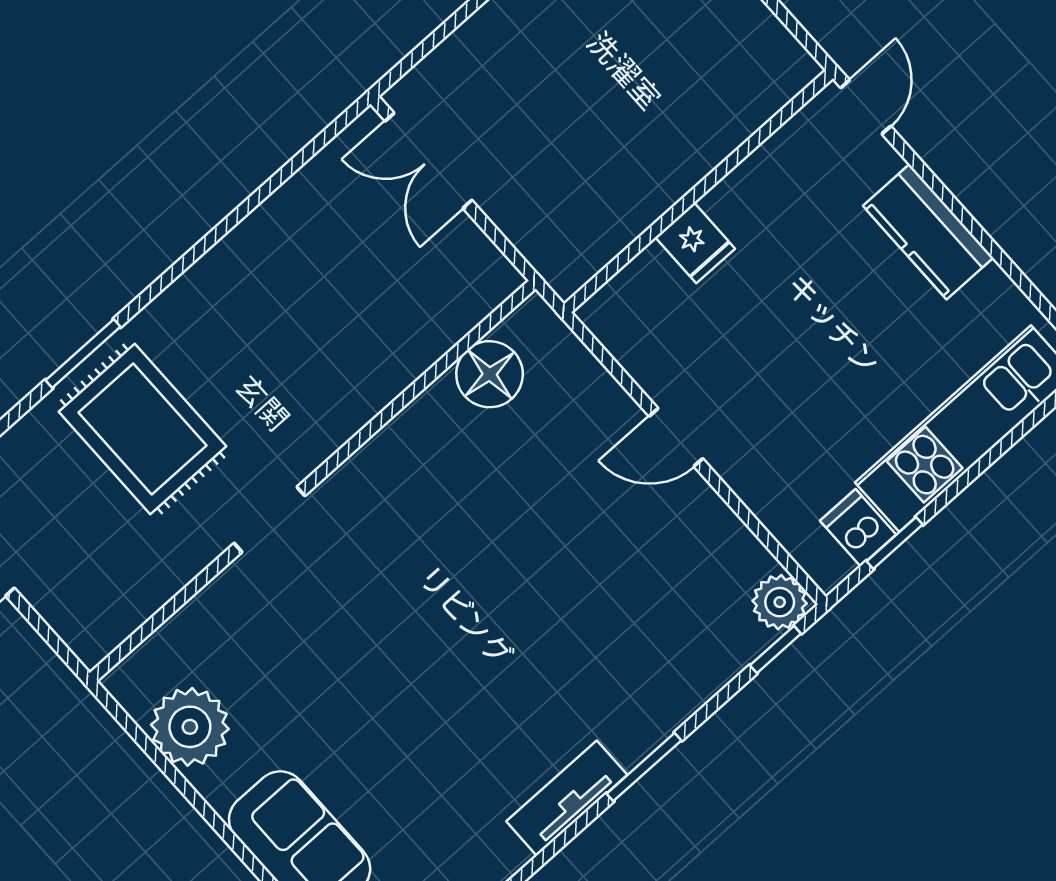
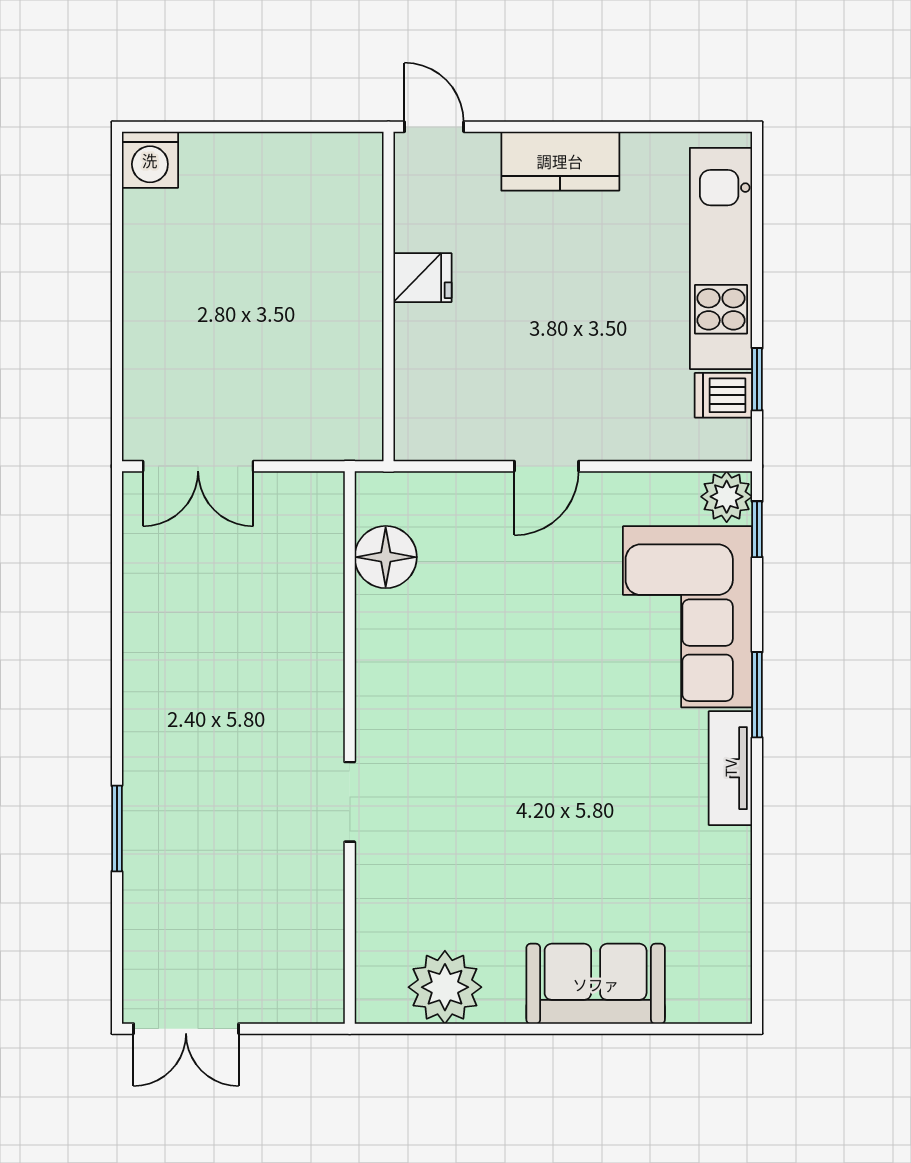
fridge: (695, 243) -> (422, 278), moved
rug: (143, 429) -> (207, 834), removed
corner sofa: (657, 656) -> (688, 617), added

